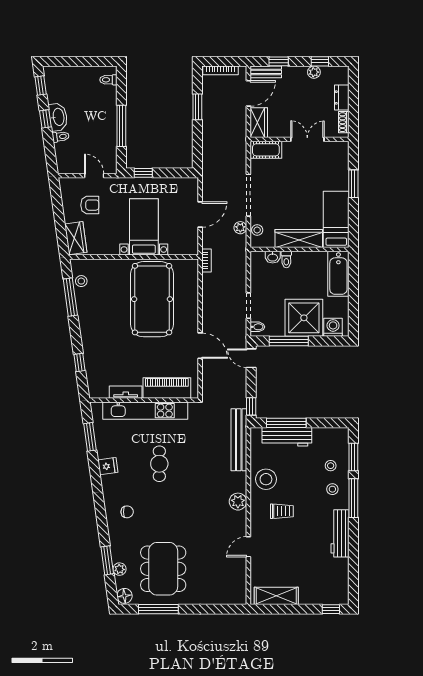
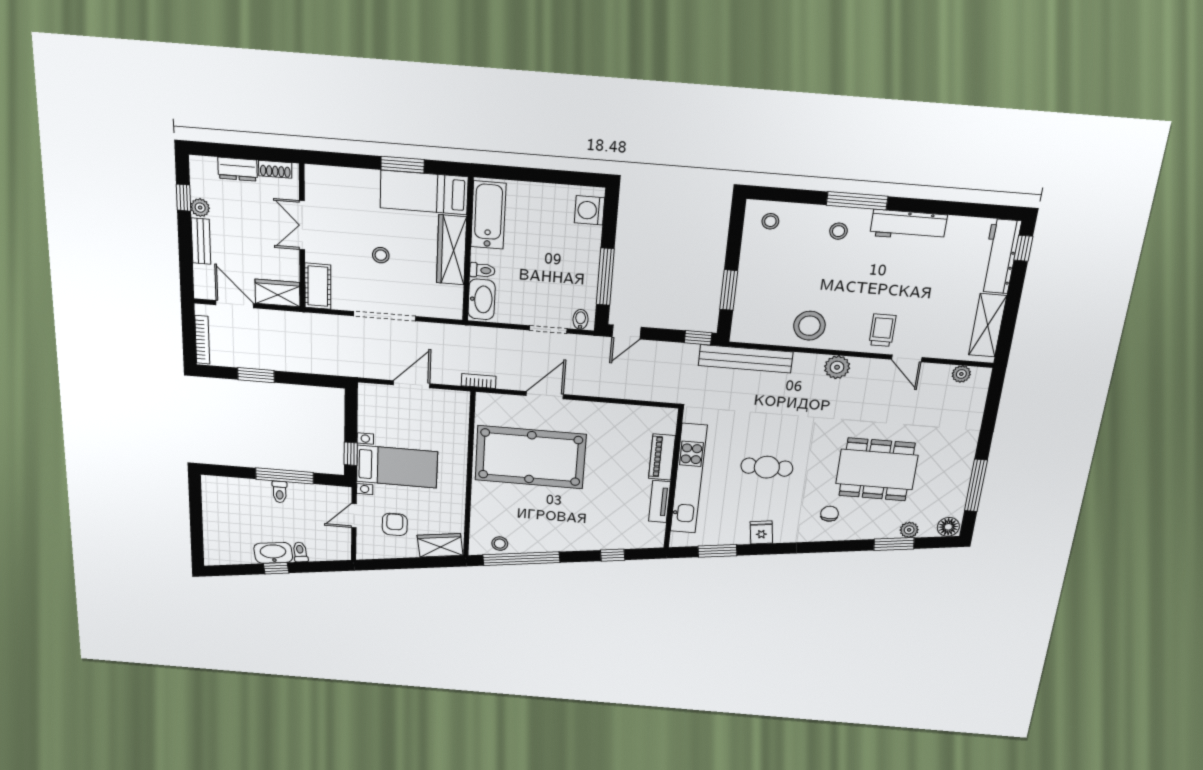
window: (279, 61) -> (186, 258), removed
bench: (266, 72) -> (201, 241), moved
toilet: (108, 80) -> (280, 492), moved
window: (41, 86) -> (231, 570), removed
window: (353, 184) -> (403, 165), moved
door: (200, 215) -> (412, 384), hinge flipped
bed with nightstands: (144, 227) -> (397, 467), moved, turned 180
plant: (240, 228) -> (961, 374), moved
stool: (257, 230) -> (381, 255), moved
washbasin: (273, 257) -> (482, 299), width x1.91, depth x1.45
bathtub: (338, 274) -> (488, 215), moved, turned -90
window: (70, 297) -> (521, 559), width x1.46
shower: (304, 318) -> (572, 252), removed
door: (200, 346) -> (545, 395), moved
piano: (167, 388) -> (662, 457), width x0.73, depth x0.75
window: (286, 423) -> (729, 290), width x0.69
workbench: (287, 437) -> (1000, 256), moved, turned 180
window: (353, 457) -> (793, 196), removed
stool: (331, 466) -> (770, 221), moved
trolley: (282, 511) -> (882, 330), moved
dining table: (163, 569) -> (877, 469), moved

